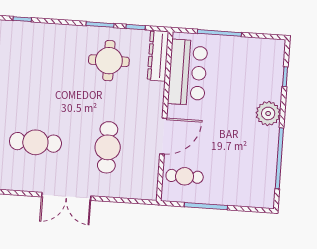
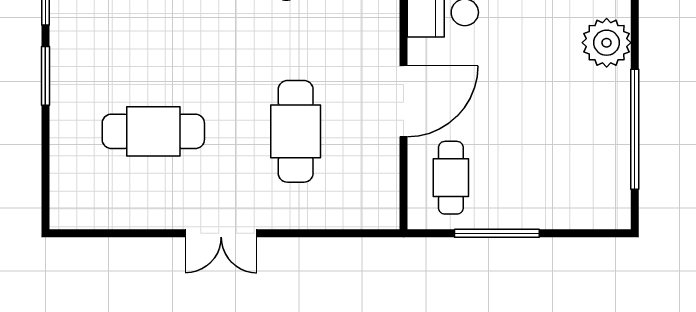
cafe table: (185, 176) -> (451, 178), turned 90
double door: (66, 196) -> (221, 233), width x0.73

